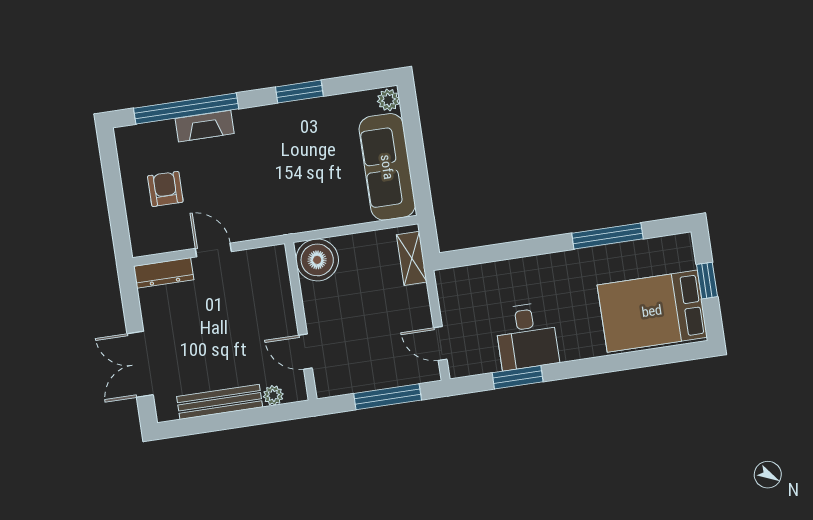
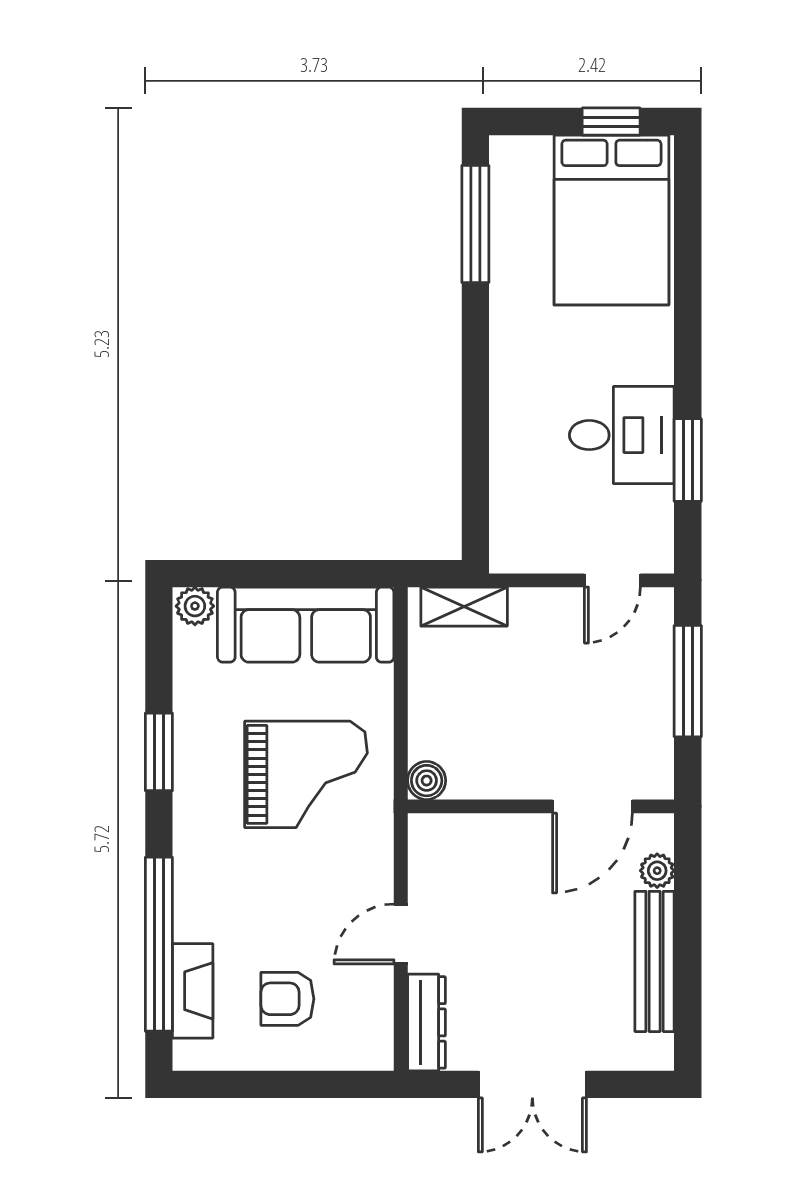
fireplace: (205, 126) -> (193, 991), moved
grand piano: (299, 180) -> (306, 774), added
window: (607, 236) -> (475, 224), moved
boiler: (317, 260) -> (427, 781), width x0.54, depth x0.54
window: (707, 281) -> (611, 122), moved
door: (305, 352) -> (592, 806), width x1.38
double door: (140, 364) -> (532, 1084), moved

